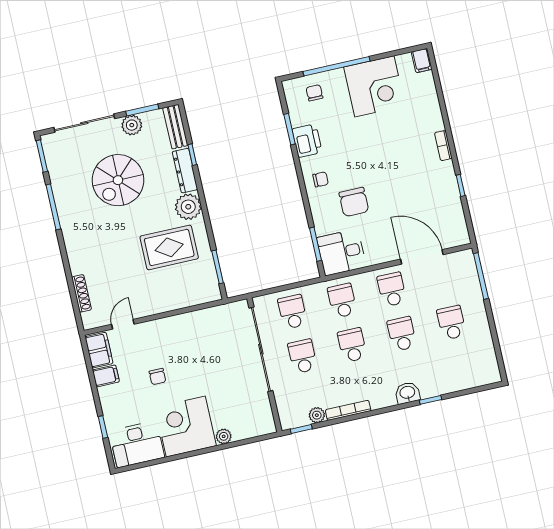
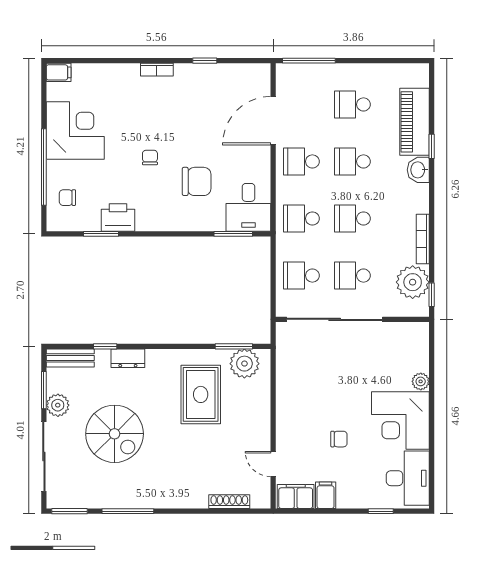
dresser: (185, 171) -> (128, 358), width x0.70
chair: (321, 179) -> (150, 157), moved
plant: (188, 207) -> (244, 364), moved
piano: (449, 380) -> (415, 122), added
plant: (317, 415) -> (413, 282), width x1.88, depth x1.88

